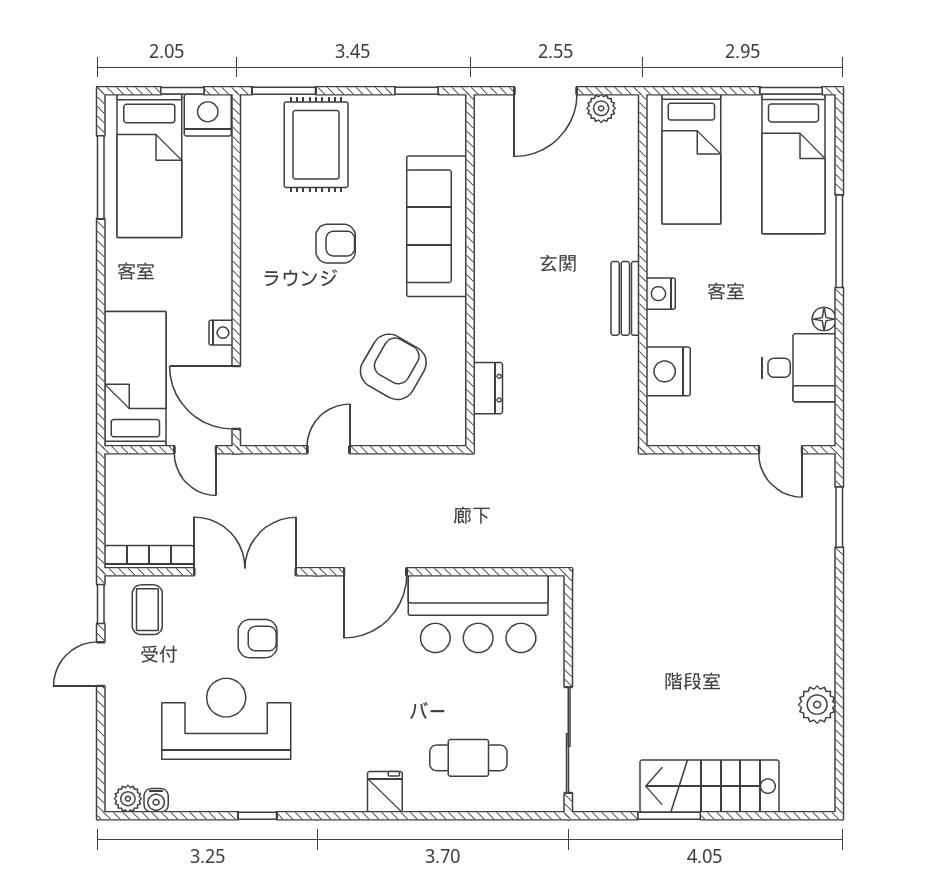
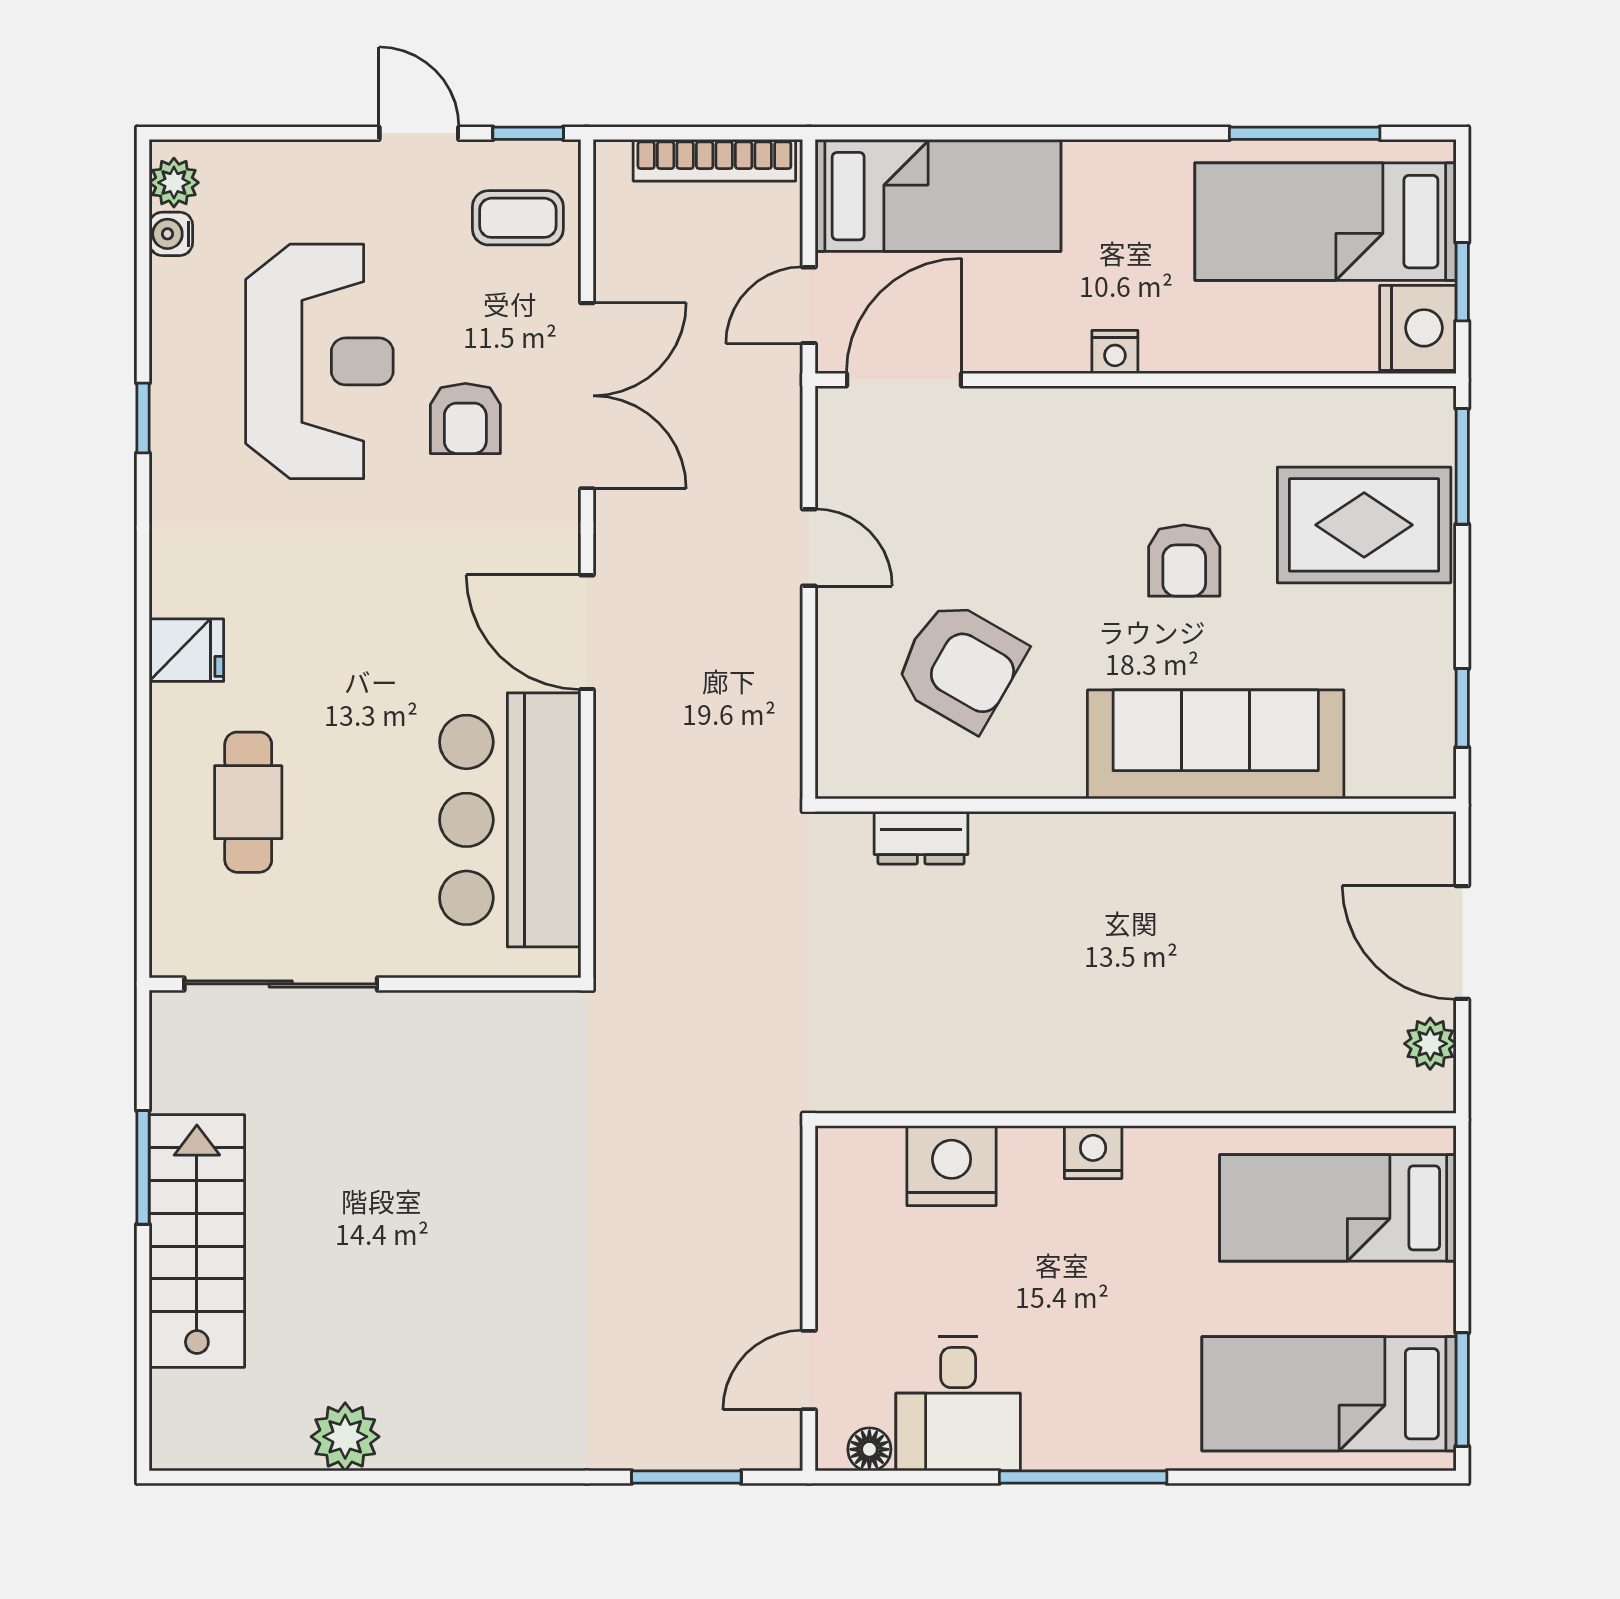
window: (839, 241) -> (1083, 1477), moved
bench: (625, 298) -> (1084, 1088), removed
floor lamp: (824, 319) -> (869, 1449), moved
nightstand: (221, 333) -> (1115, 352), moved
bookcase: (149, 557) -> (714, 160), moved, turned 90

